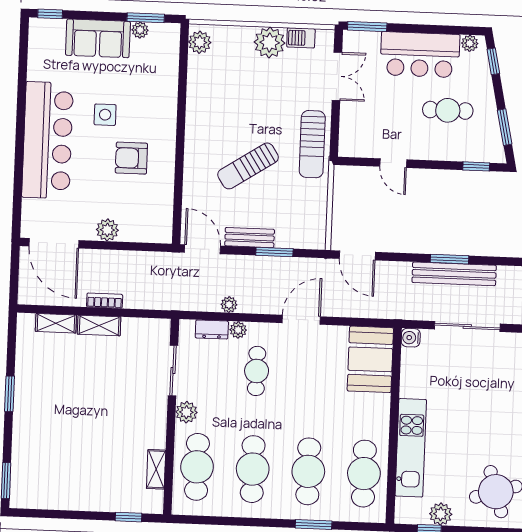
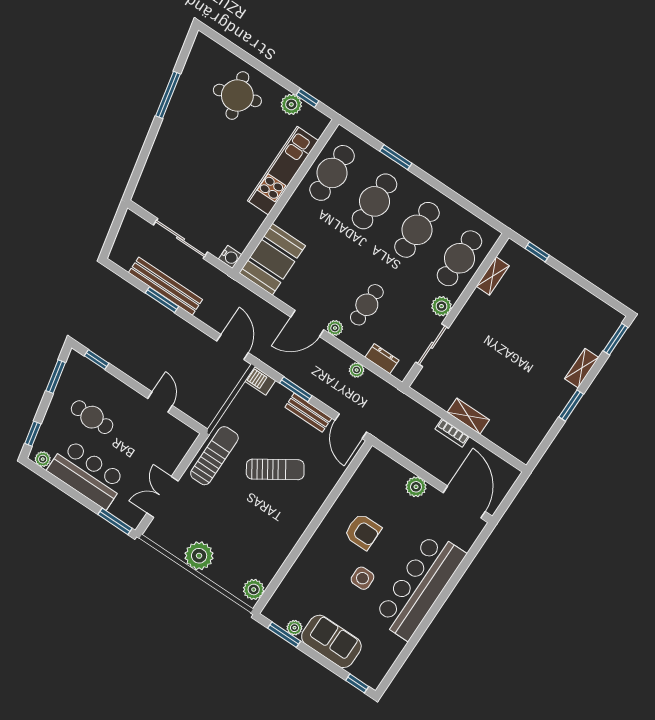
barbecue: (301, 38) -> (260, 381), moved, turned 180
shelving: (56, 323) -> (582, 368), moved, turned 90
plant: (238, 330) -> (335, 328), moved

